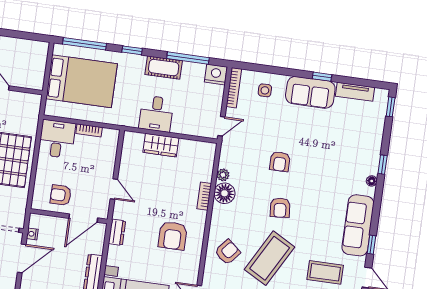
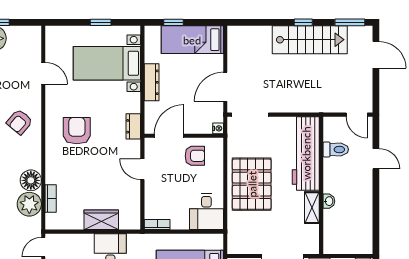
bookcase: (89, 130) -> (157, 225), moved
plant: (223, 175) -> (29, 204), width x1.87, depth x1.87
bookcase: (204, 196) -> (51, 198), moved
nightstand: (32, 234) -> (218, 128), moved

